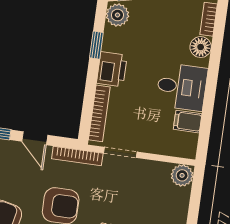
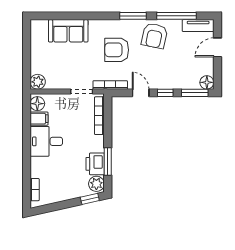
window: (96, 45) -> (108, 161), width x1.50
floor lamp: (201, 47) -> (37, 104), moved
printer: (112, 69) -> (95, 164), moved

